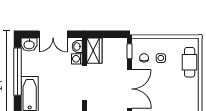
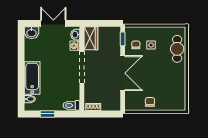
double door: (53, 34) -> (53, 23), swing flipped
window: (18, 72) -> (21, 57), removed

